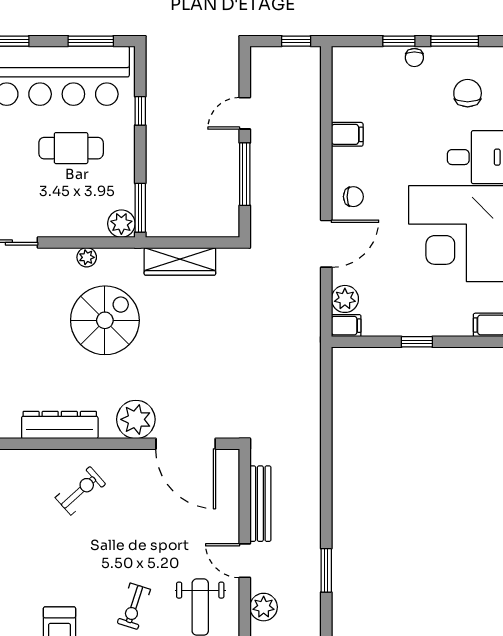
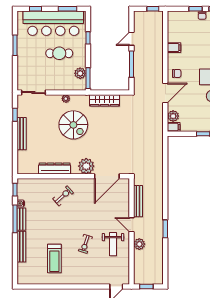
plant: (121, 224) -> (80, 73), moved
spiral stairs: (105, 320) -> (73, 125), turned 90
door: (186, 444) -> (107, 176), hinge flipped

